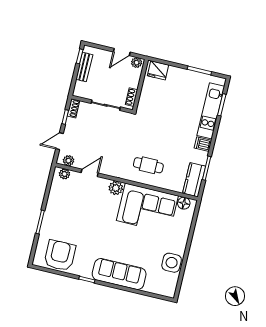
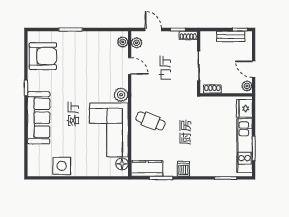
kitchen unit: (211, 111) -> (245, 146), moved, turned -90
cafe table: (148, 165) -> (150, 121), turned -68

